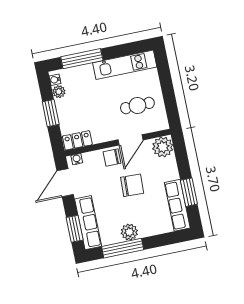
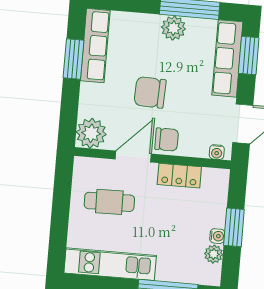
water cooler: (55, 80) -> (217, 236), moved
locker: (77, 140) -> (179, 176), moved

